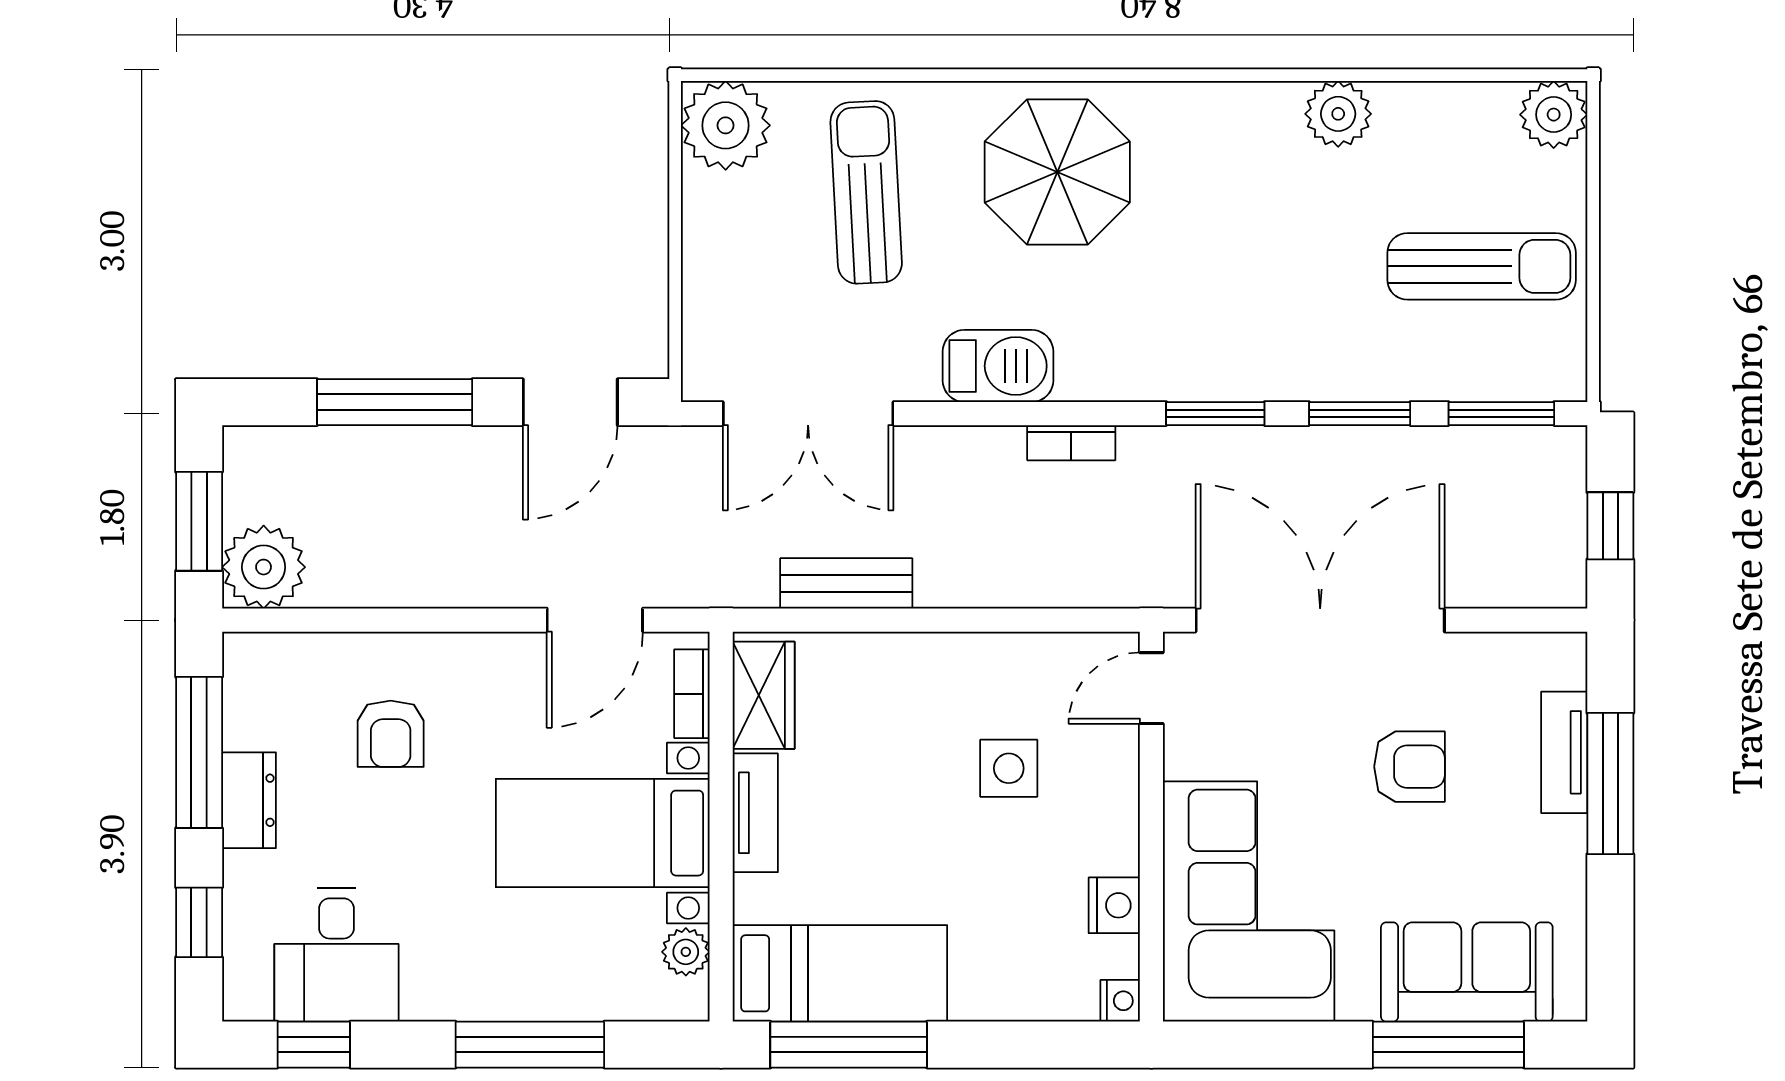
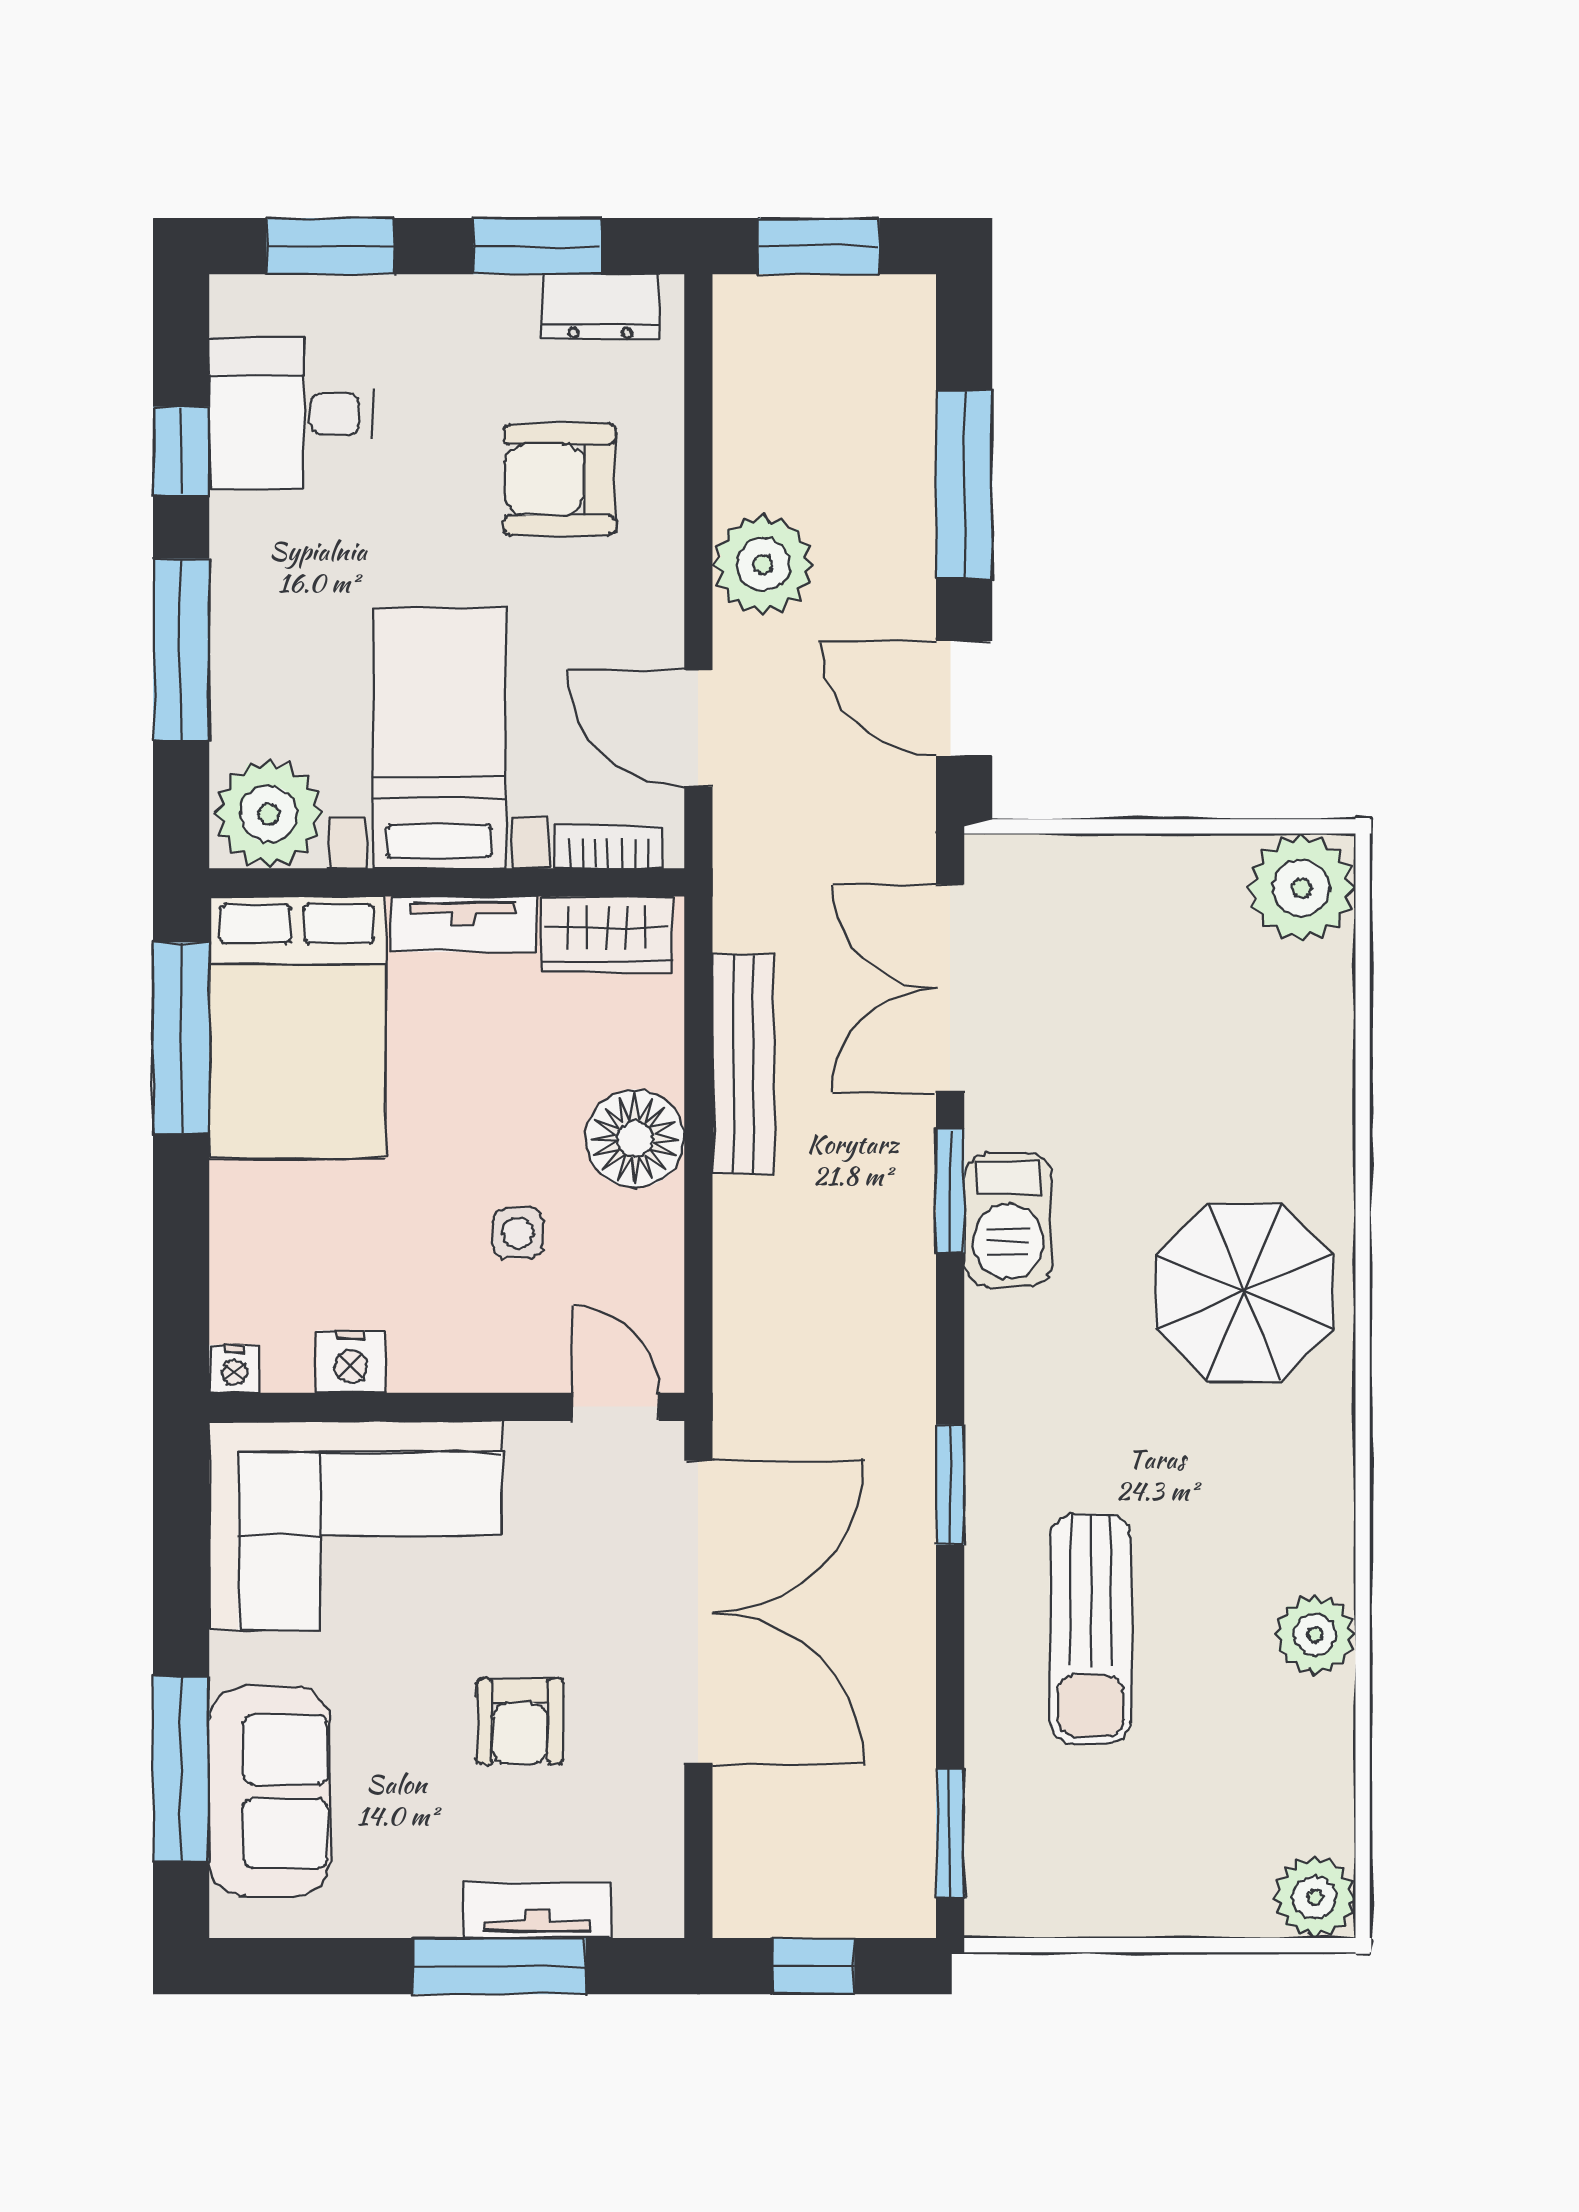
sun lounger: (866, 192) -> (1220, 1059), removed
sun lounger: (1482, 266) -> (1090, 1629), moved
window: (1360, 414) -> (950, 1191), moved
bookcase: (1071, 443) -> (915, 1309), removed
plant: (264, 567) -> (763, 565), moved
bench: (846, 583) -> (743, 1064), width x1.36
floor lamp: (931, 672) -> (635, 1139), added
armchair: (391, 734) -> (560, 480), width x1.38, depth x1.38
window: (199, 752) -> (537, 246), width x0.69
side table: (1009, 768) -> (518, 1233), width x0.73, depth x0.73
dresser: (249, 800) -> (600, 307), moved
window: (199, 922) -> (330, 246), width x1.50
plant: (686, 952) -> (269, 814), width x1.88, depth x1.88
bed: (840, 973) -> (297, 1027), width x1.50
window: (314, 1045) -> (181, 451), moved

